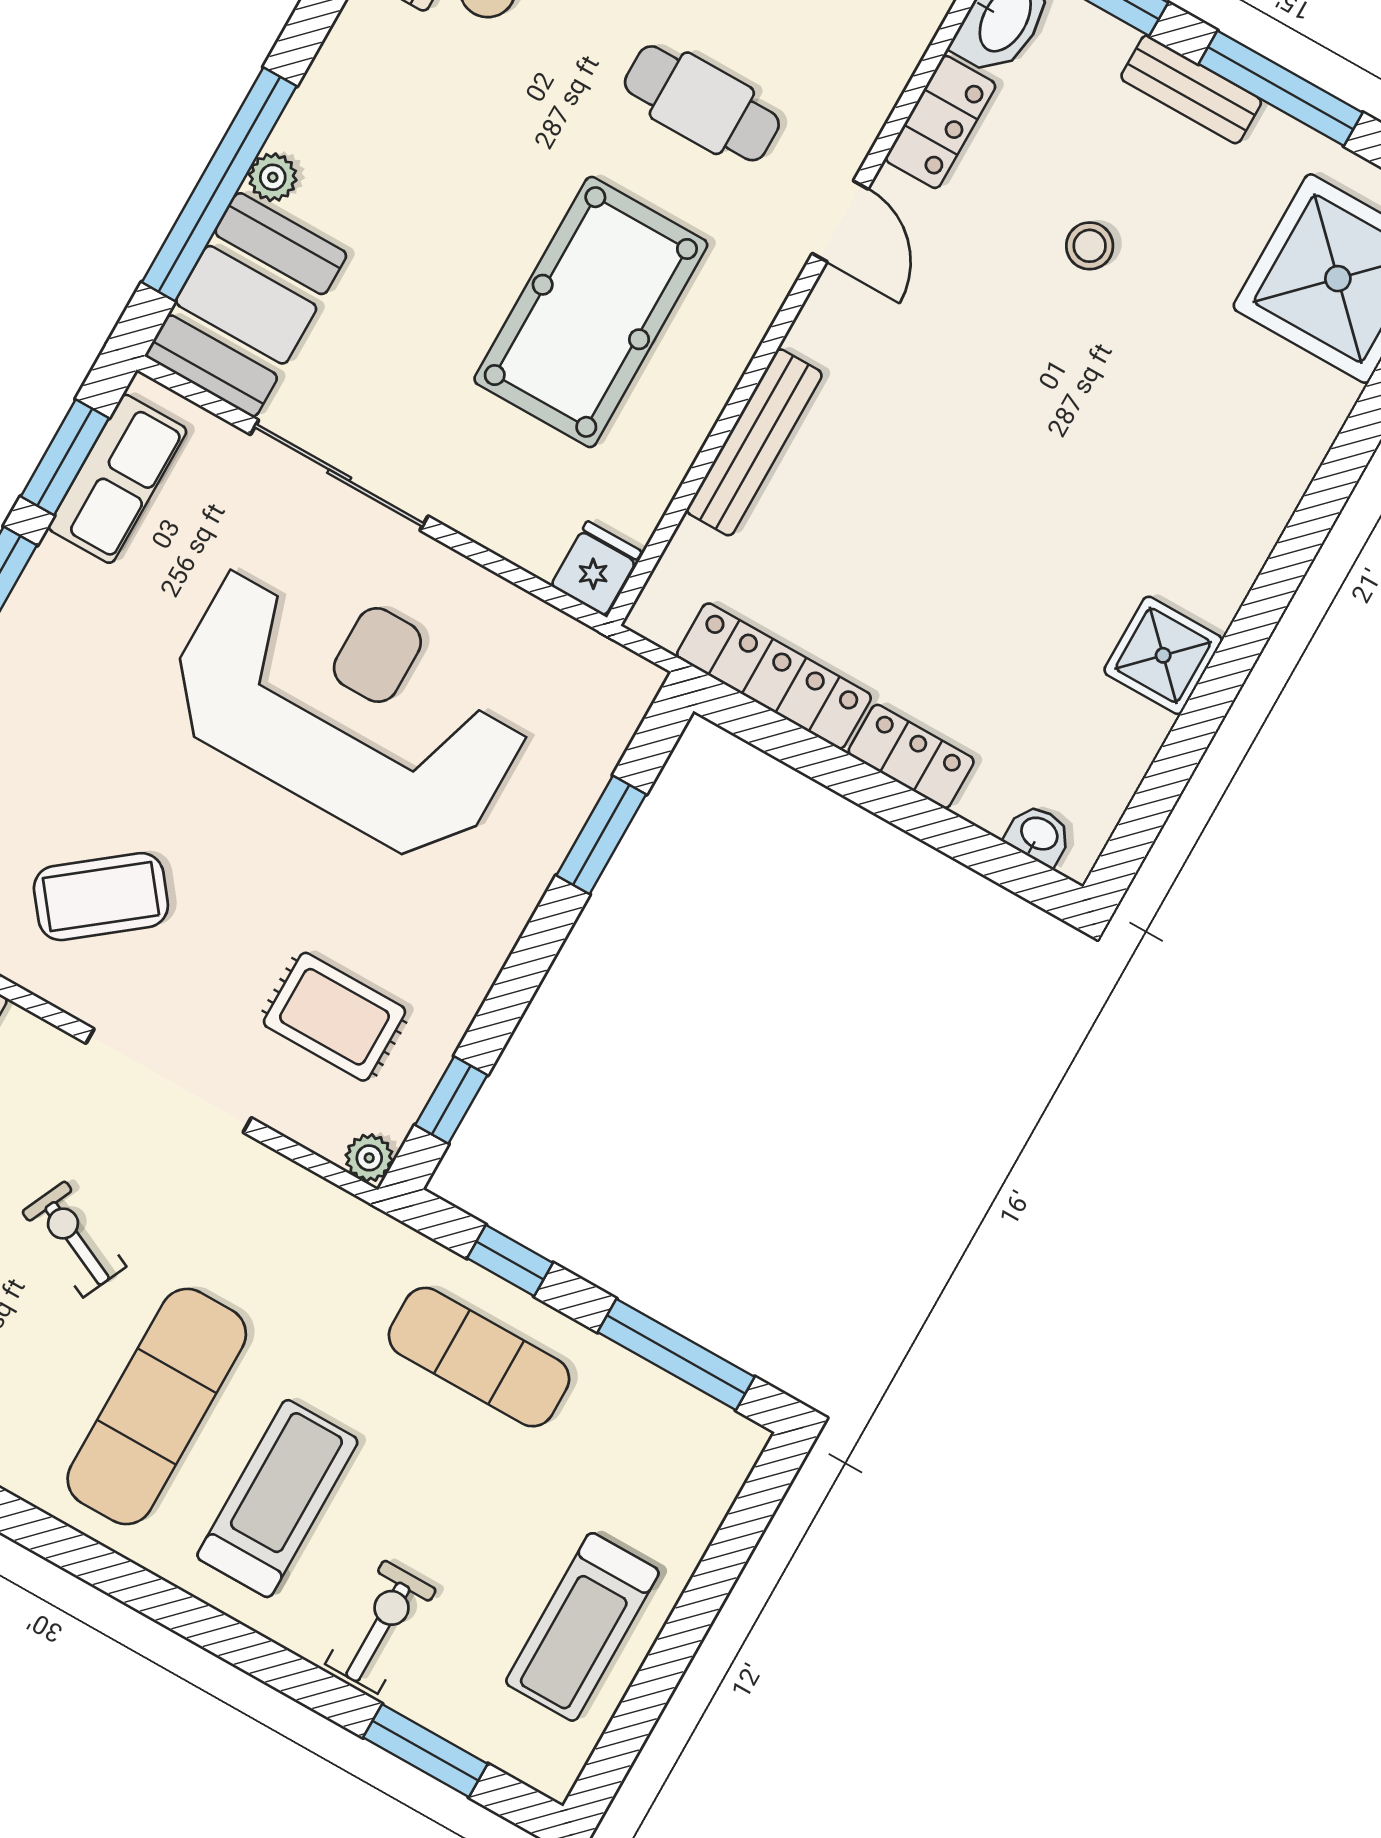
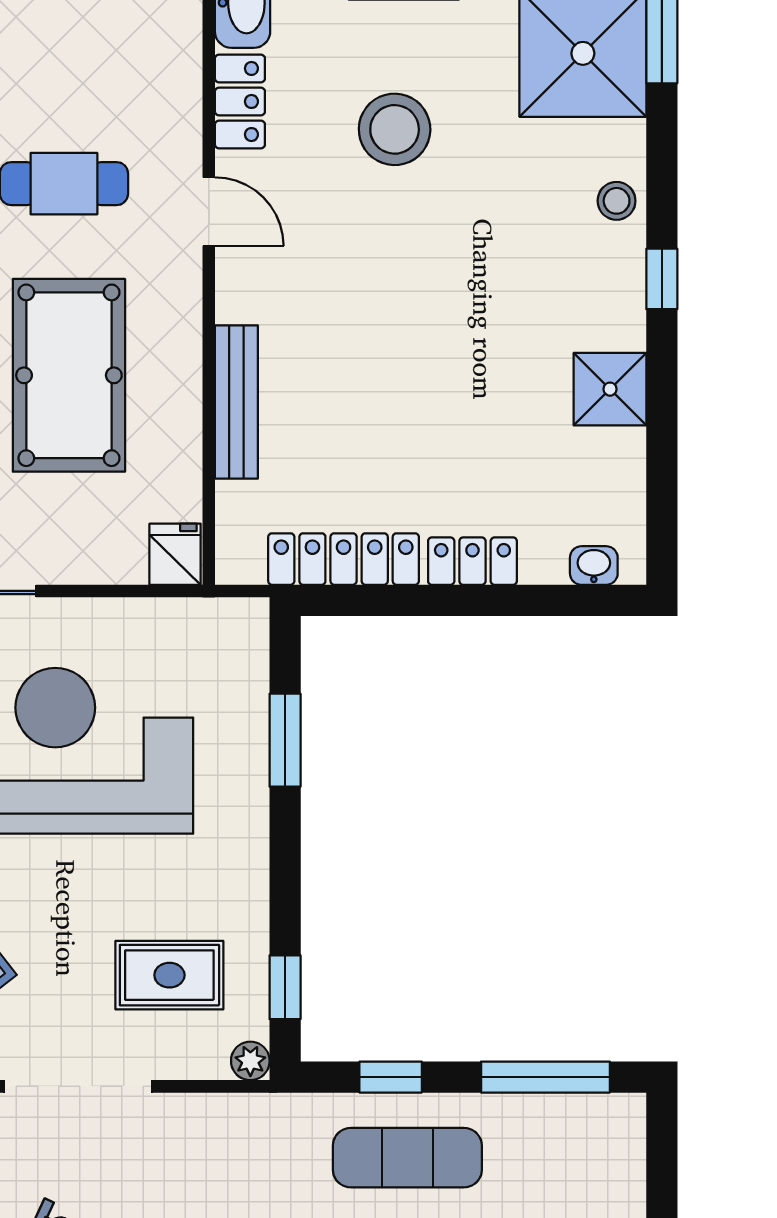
stool: (1090, 246) -> (395, 129), width x1.89, depth x1.89
stool: (1284, 457) -> (617, 201), added
window: (1286, 569) -> (662, 279), added

